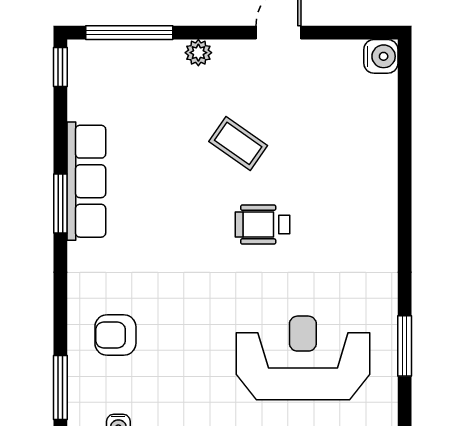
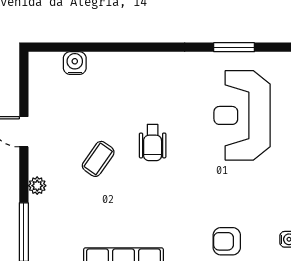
water cooler: (381, 56) -> (75, 63), moved
armchair: (115, 335) -> (227, 241), turned 90

